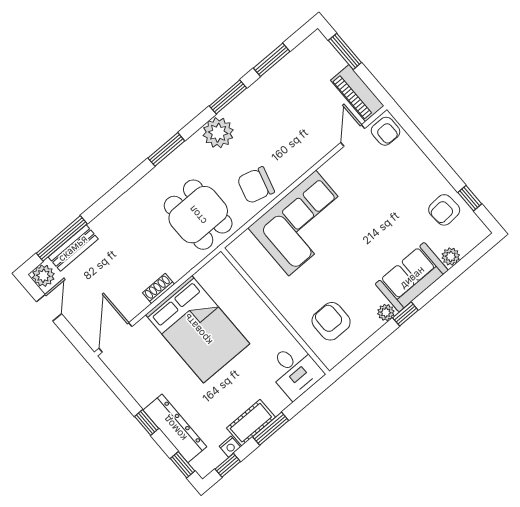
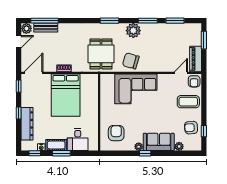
coffee table: (404, 172) -> (188, 102), added
desk: (295, 371) -> (78, 140), moved
window: (183, 465) -> (19, 86), moved

